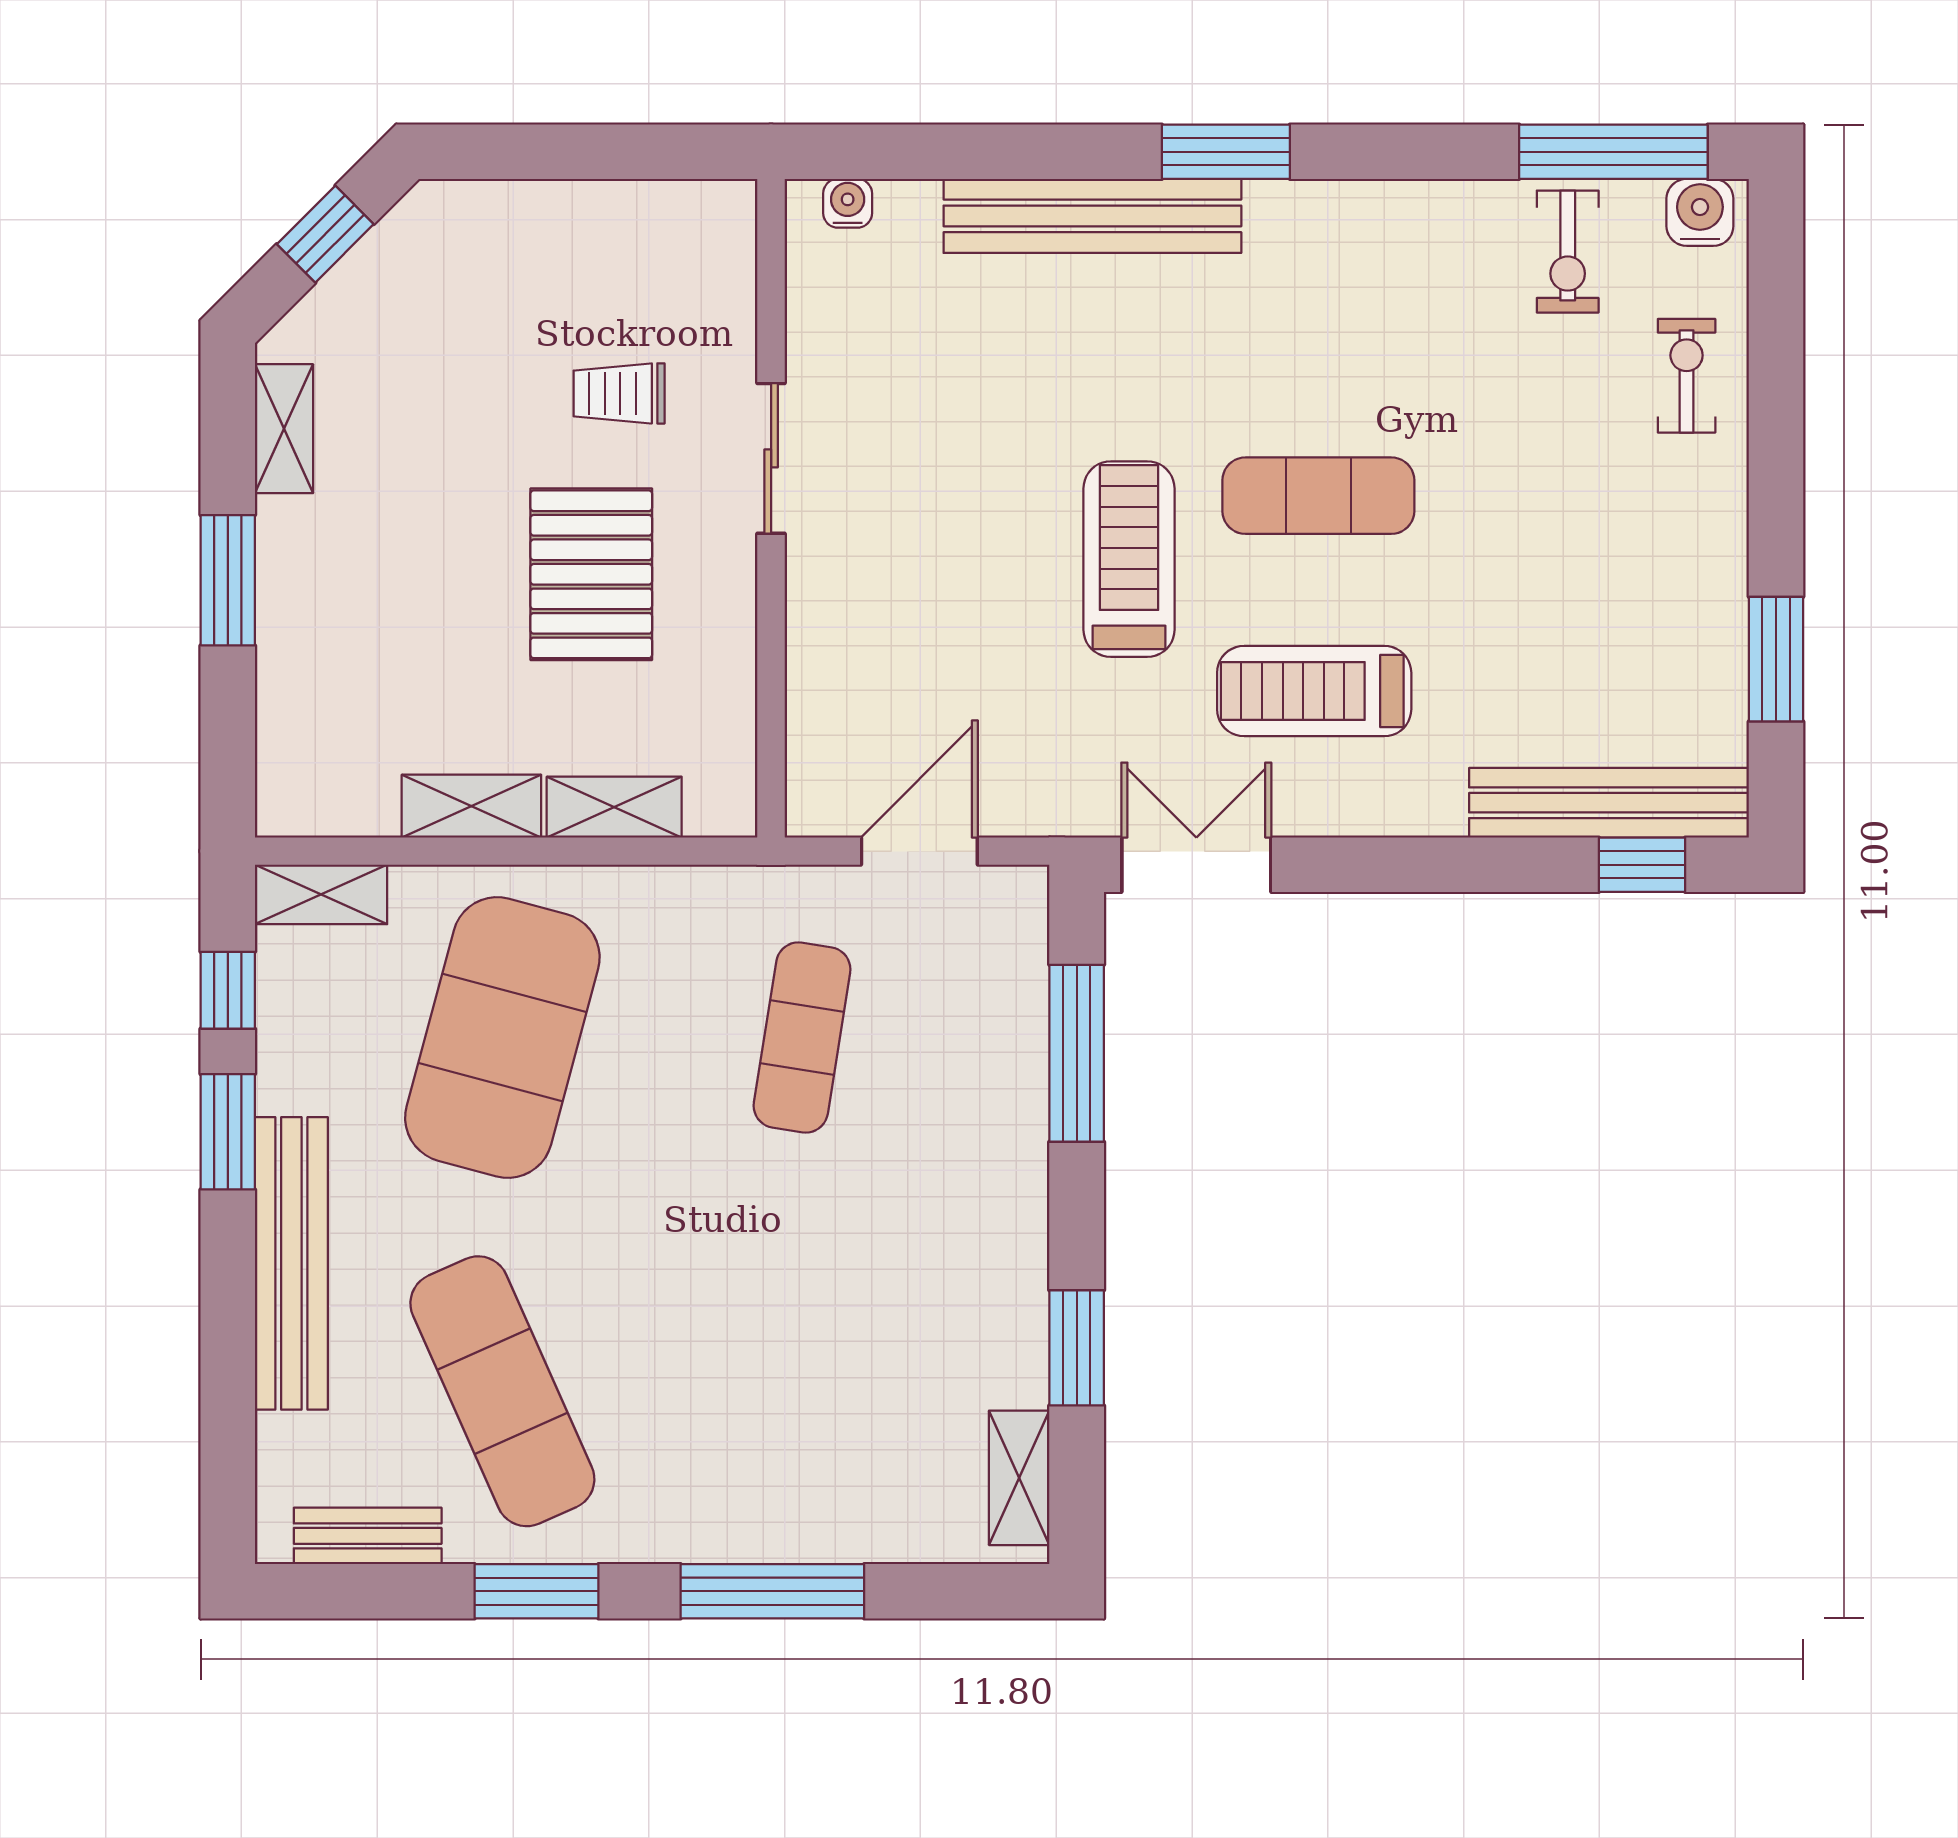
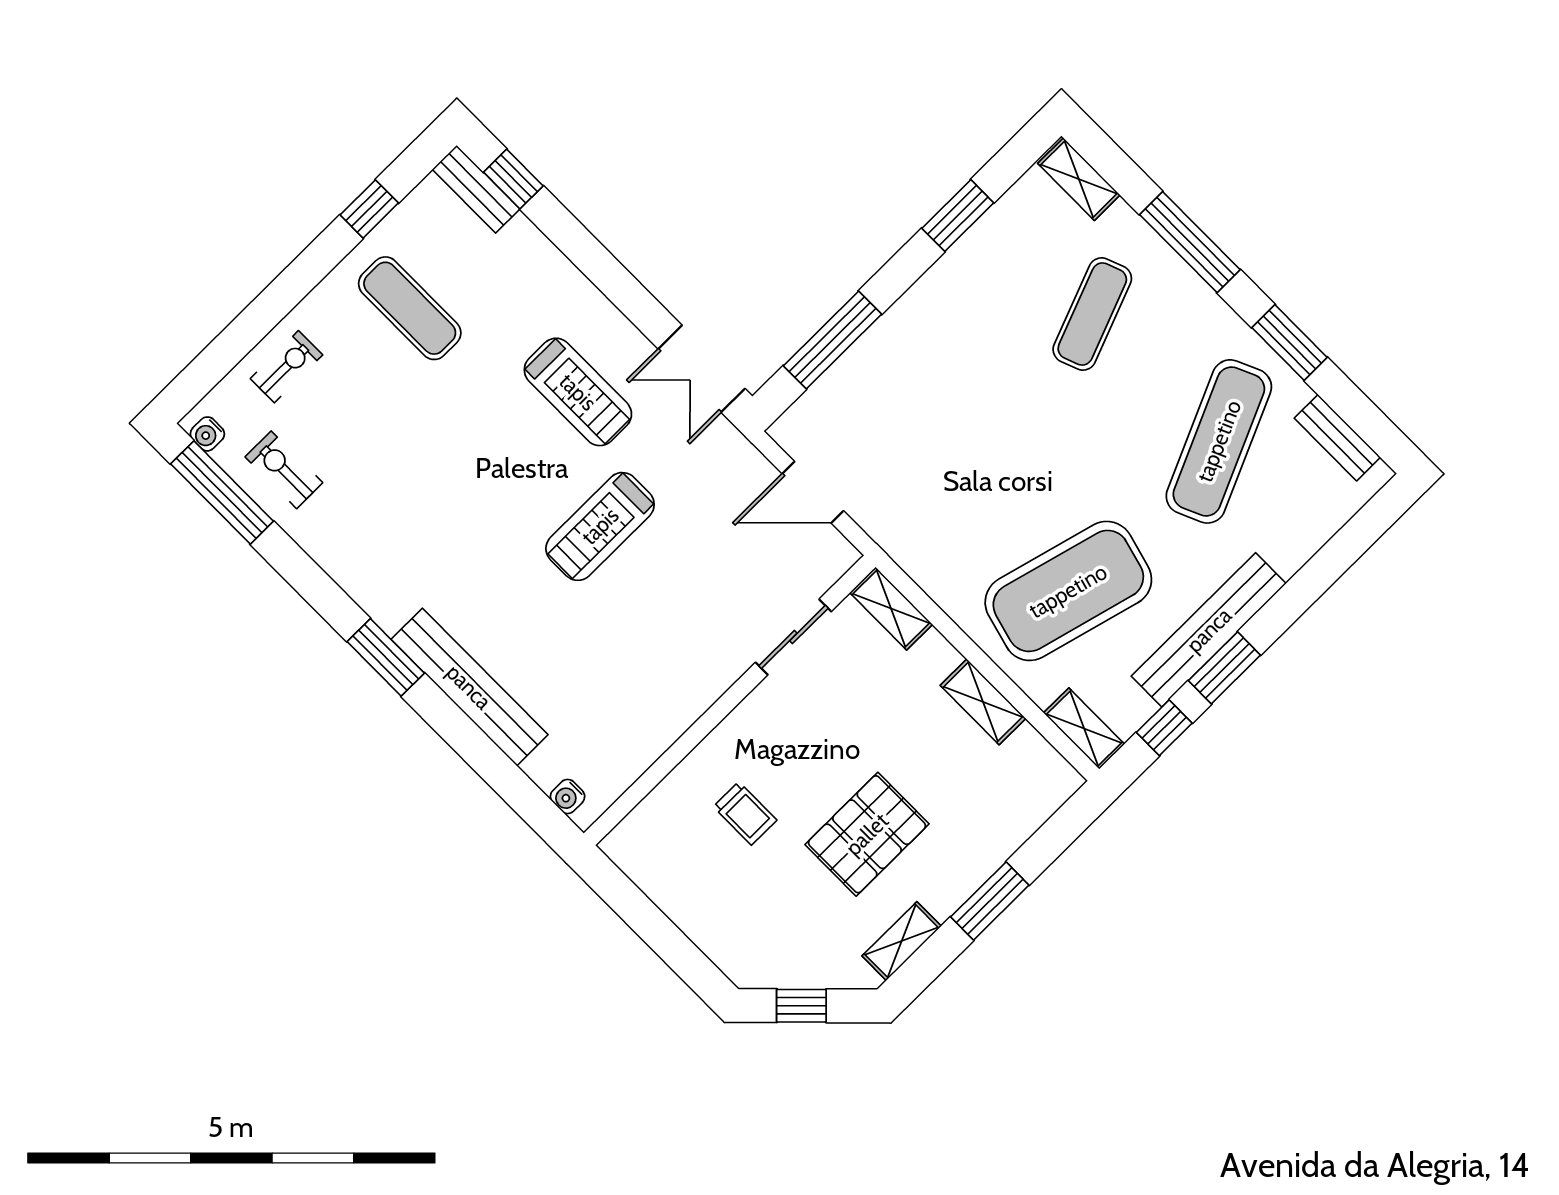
water cooler: (1700, 212) -> (207, 434), width x0.72, depth x0.72
exercise bike: (1568, 252) -> (284, 470), turned -90
exercise bike: (1687, 376) -> (286, 367), turned 180
sliding door: (771, 458) -> (793, 637), moved
exercise mat: (1318, 496) -> (410, 308), moved
pallet: (591, 574) -> (867, 834), moved
window: (1776, 659) -> (369, 209), width x0.67
bench: (1609, 803) -> (476, 189), width x0.54, depth x0.82
shelving: (614, 807) -> (891, 608), moved
exercise mat: (802, 1038) -> (1092, 314), moved, turned -30
bench: (291, 1263) -> (1209, 630), moved
shelving: (1019, 1478) -> (1079, 179), moved, turned 90

